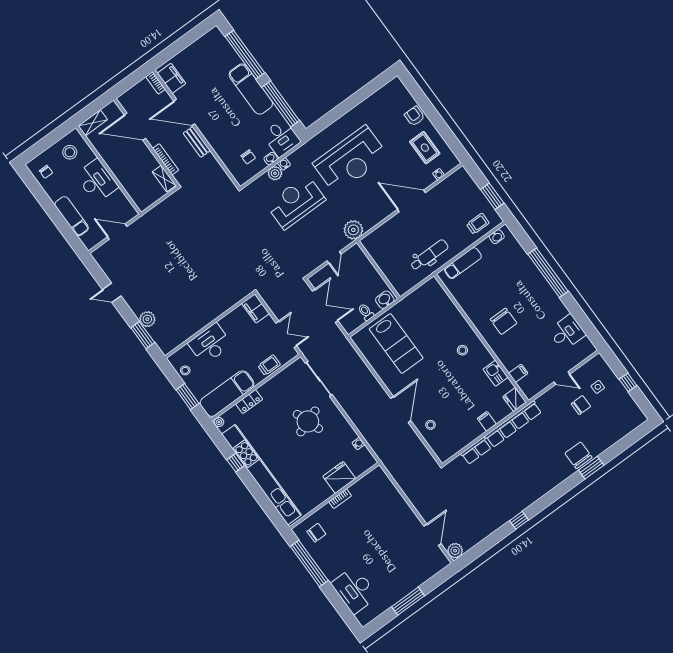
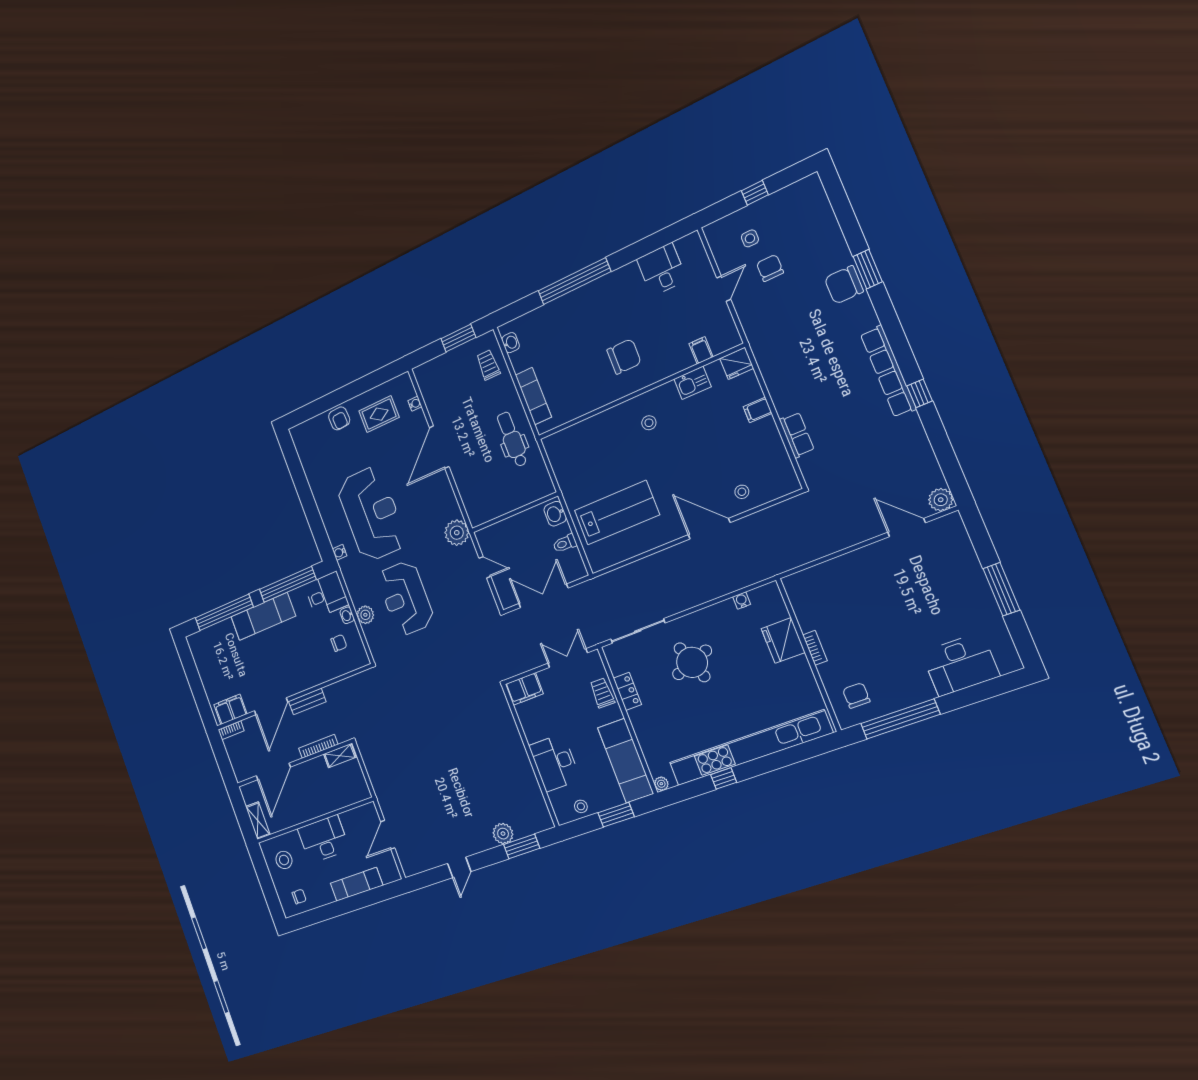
armchair: (415, 116) -> (339, 418), turned -93
water cooler: (284, 164) -> (339, 552), moved
locker: (249, 402) -> (627, 691), moved
row of seats: (513, 424) -> (888, 371), moved, turned 180

